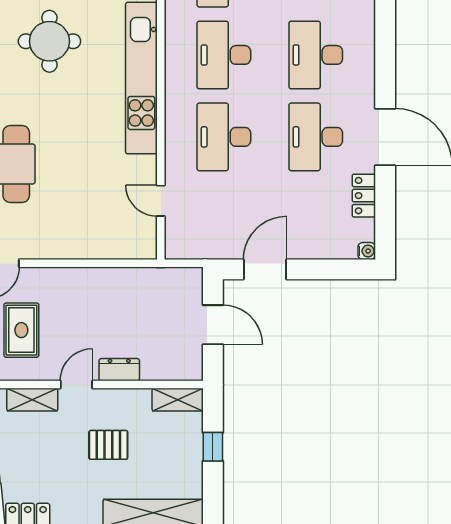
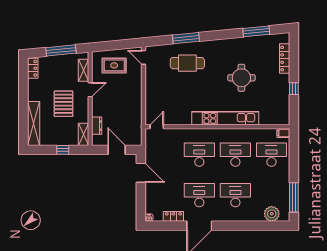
door: (161, 201) -> (157, 127), moved
door: (213, 325) -> (117, 150), swing flipped
dresser: (119, 370) -> (97, 126), moved
door: (76, 385) -> (90, 90), hinge flipped
pallet: (108, 445) -> (64, 104), width x1.50, depth x1.42

